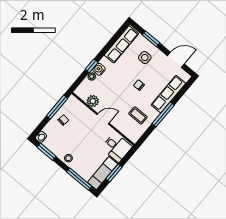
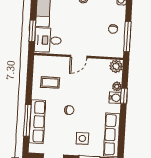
plant: (93, 101) -> (116, 66), moved
window: (163, 114) -> (27, 121), moved
window: (114, 173) -> (32, 31), moved

